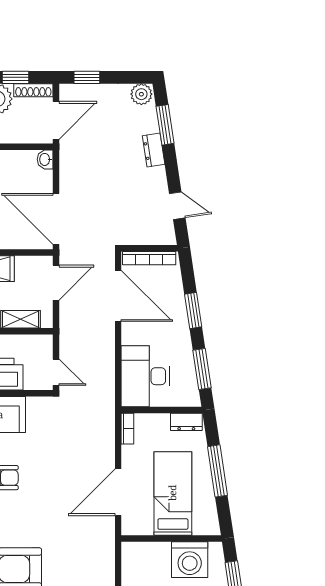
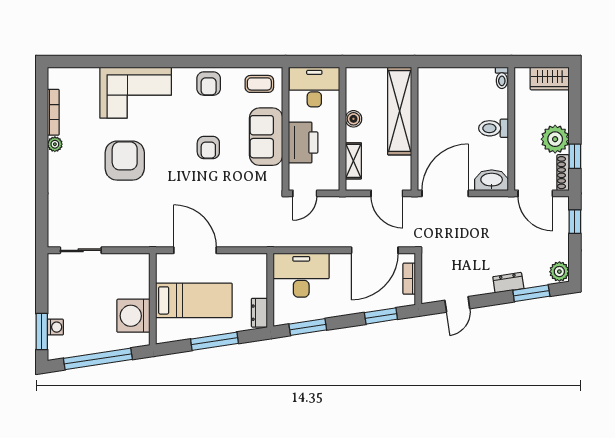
washbasin: (45, 159) -> (492, 180), width x1.91, depth x1.45
bookcase: (149, 258) -> (409, 279), width x0.64
window: (193, 310) -> (381, 316), moved
bookcase: (127, 429) -> (253, 259), removed

